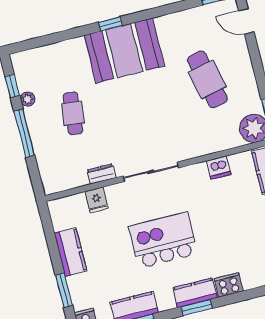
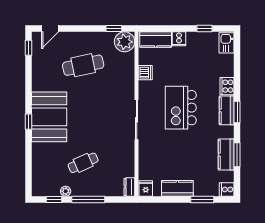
cafe table: (73, 113) -> (83, 163), turned -30
dresser: (101, 174) -> (129, 187), moved
fridge: (97, 200) -> (146, 188), moved, turned -90
kitchen island: (163, 240) -> (181, 108), moved

